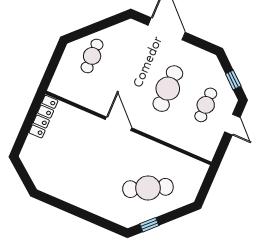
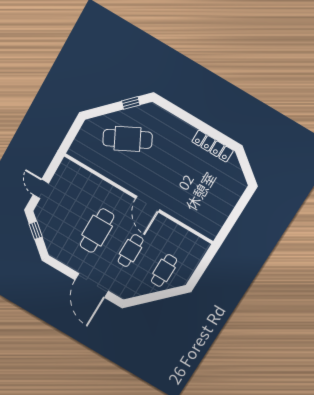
cafe table: (206, 105) -> (131, 251), moved
locker: (43, 117) -> (213, 146), moved, turned -90

